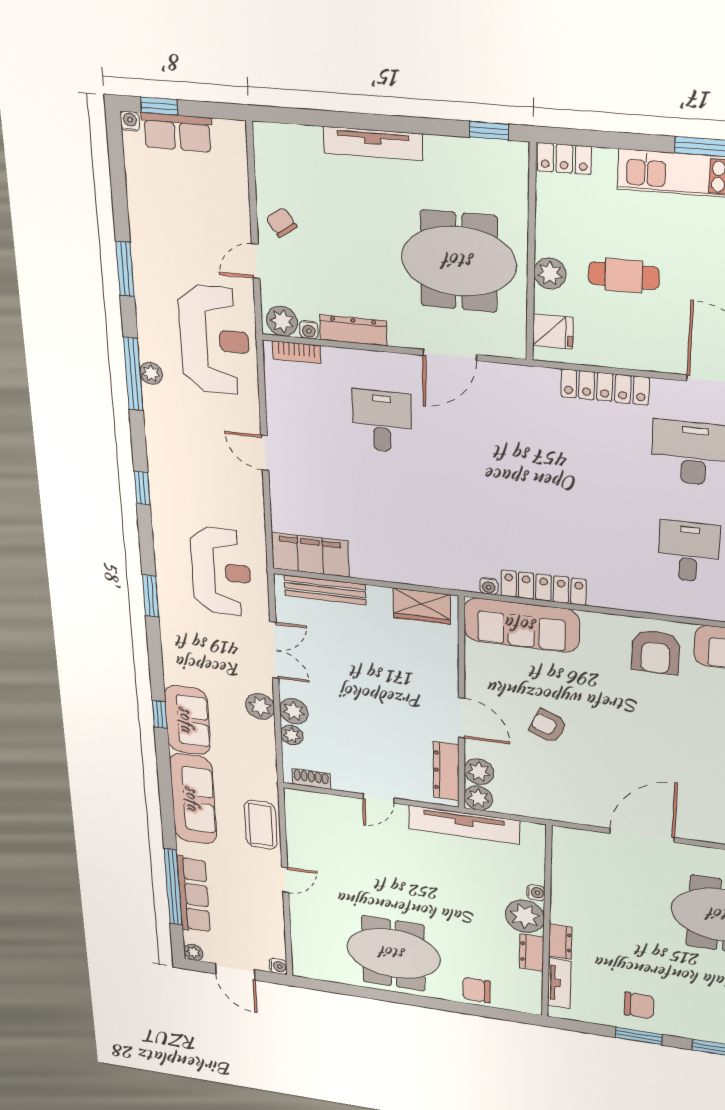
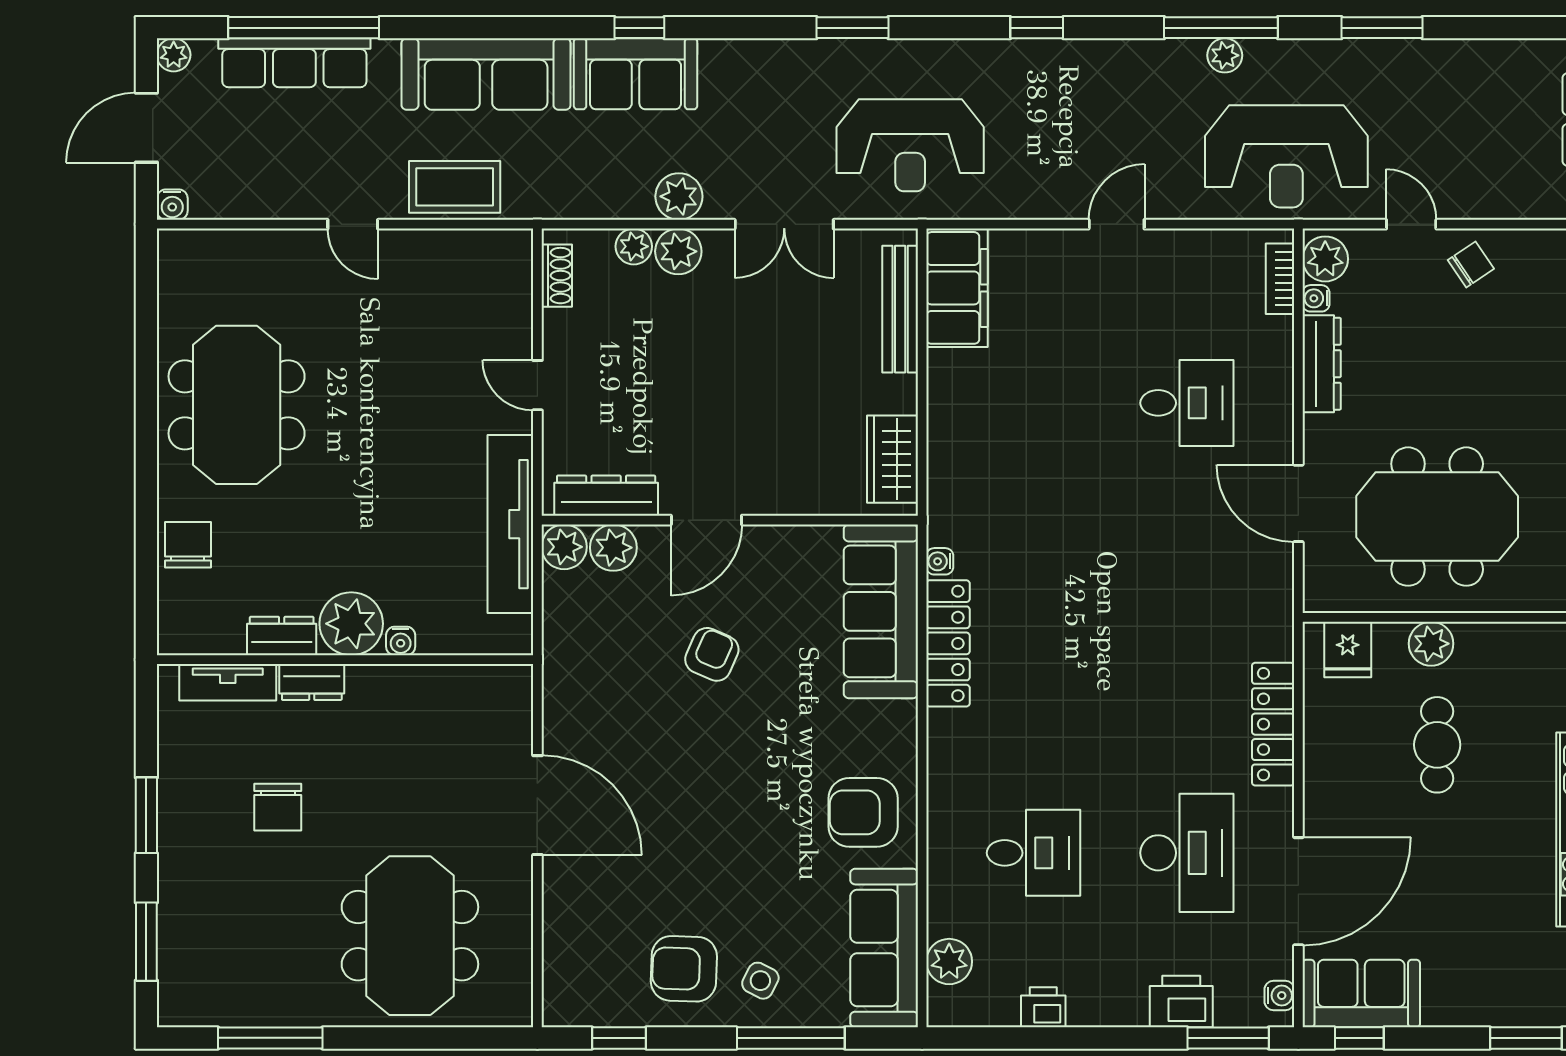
meeting table: (459, 261) -> (1437, 517), turned 90
chair: (639, 1005) -> (278, 807), moved

